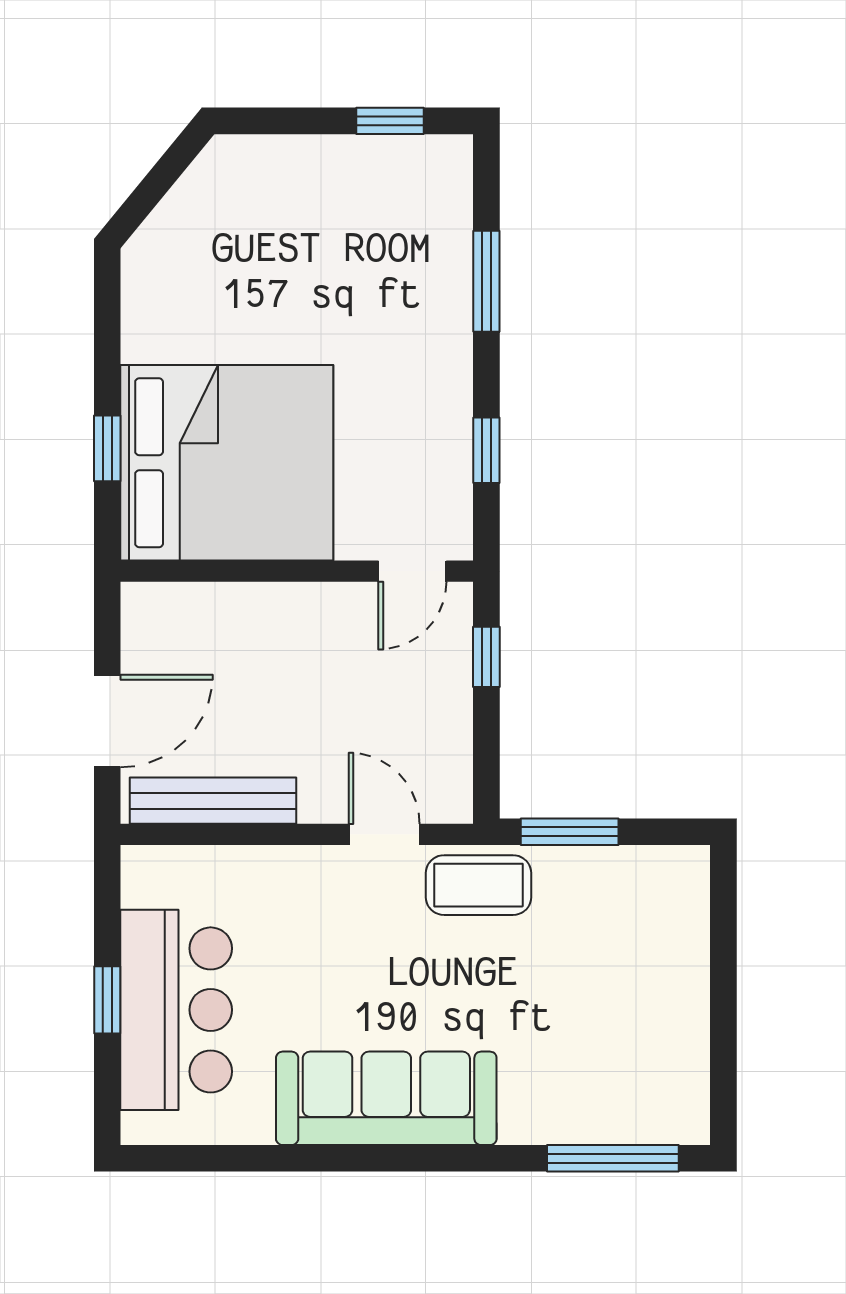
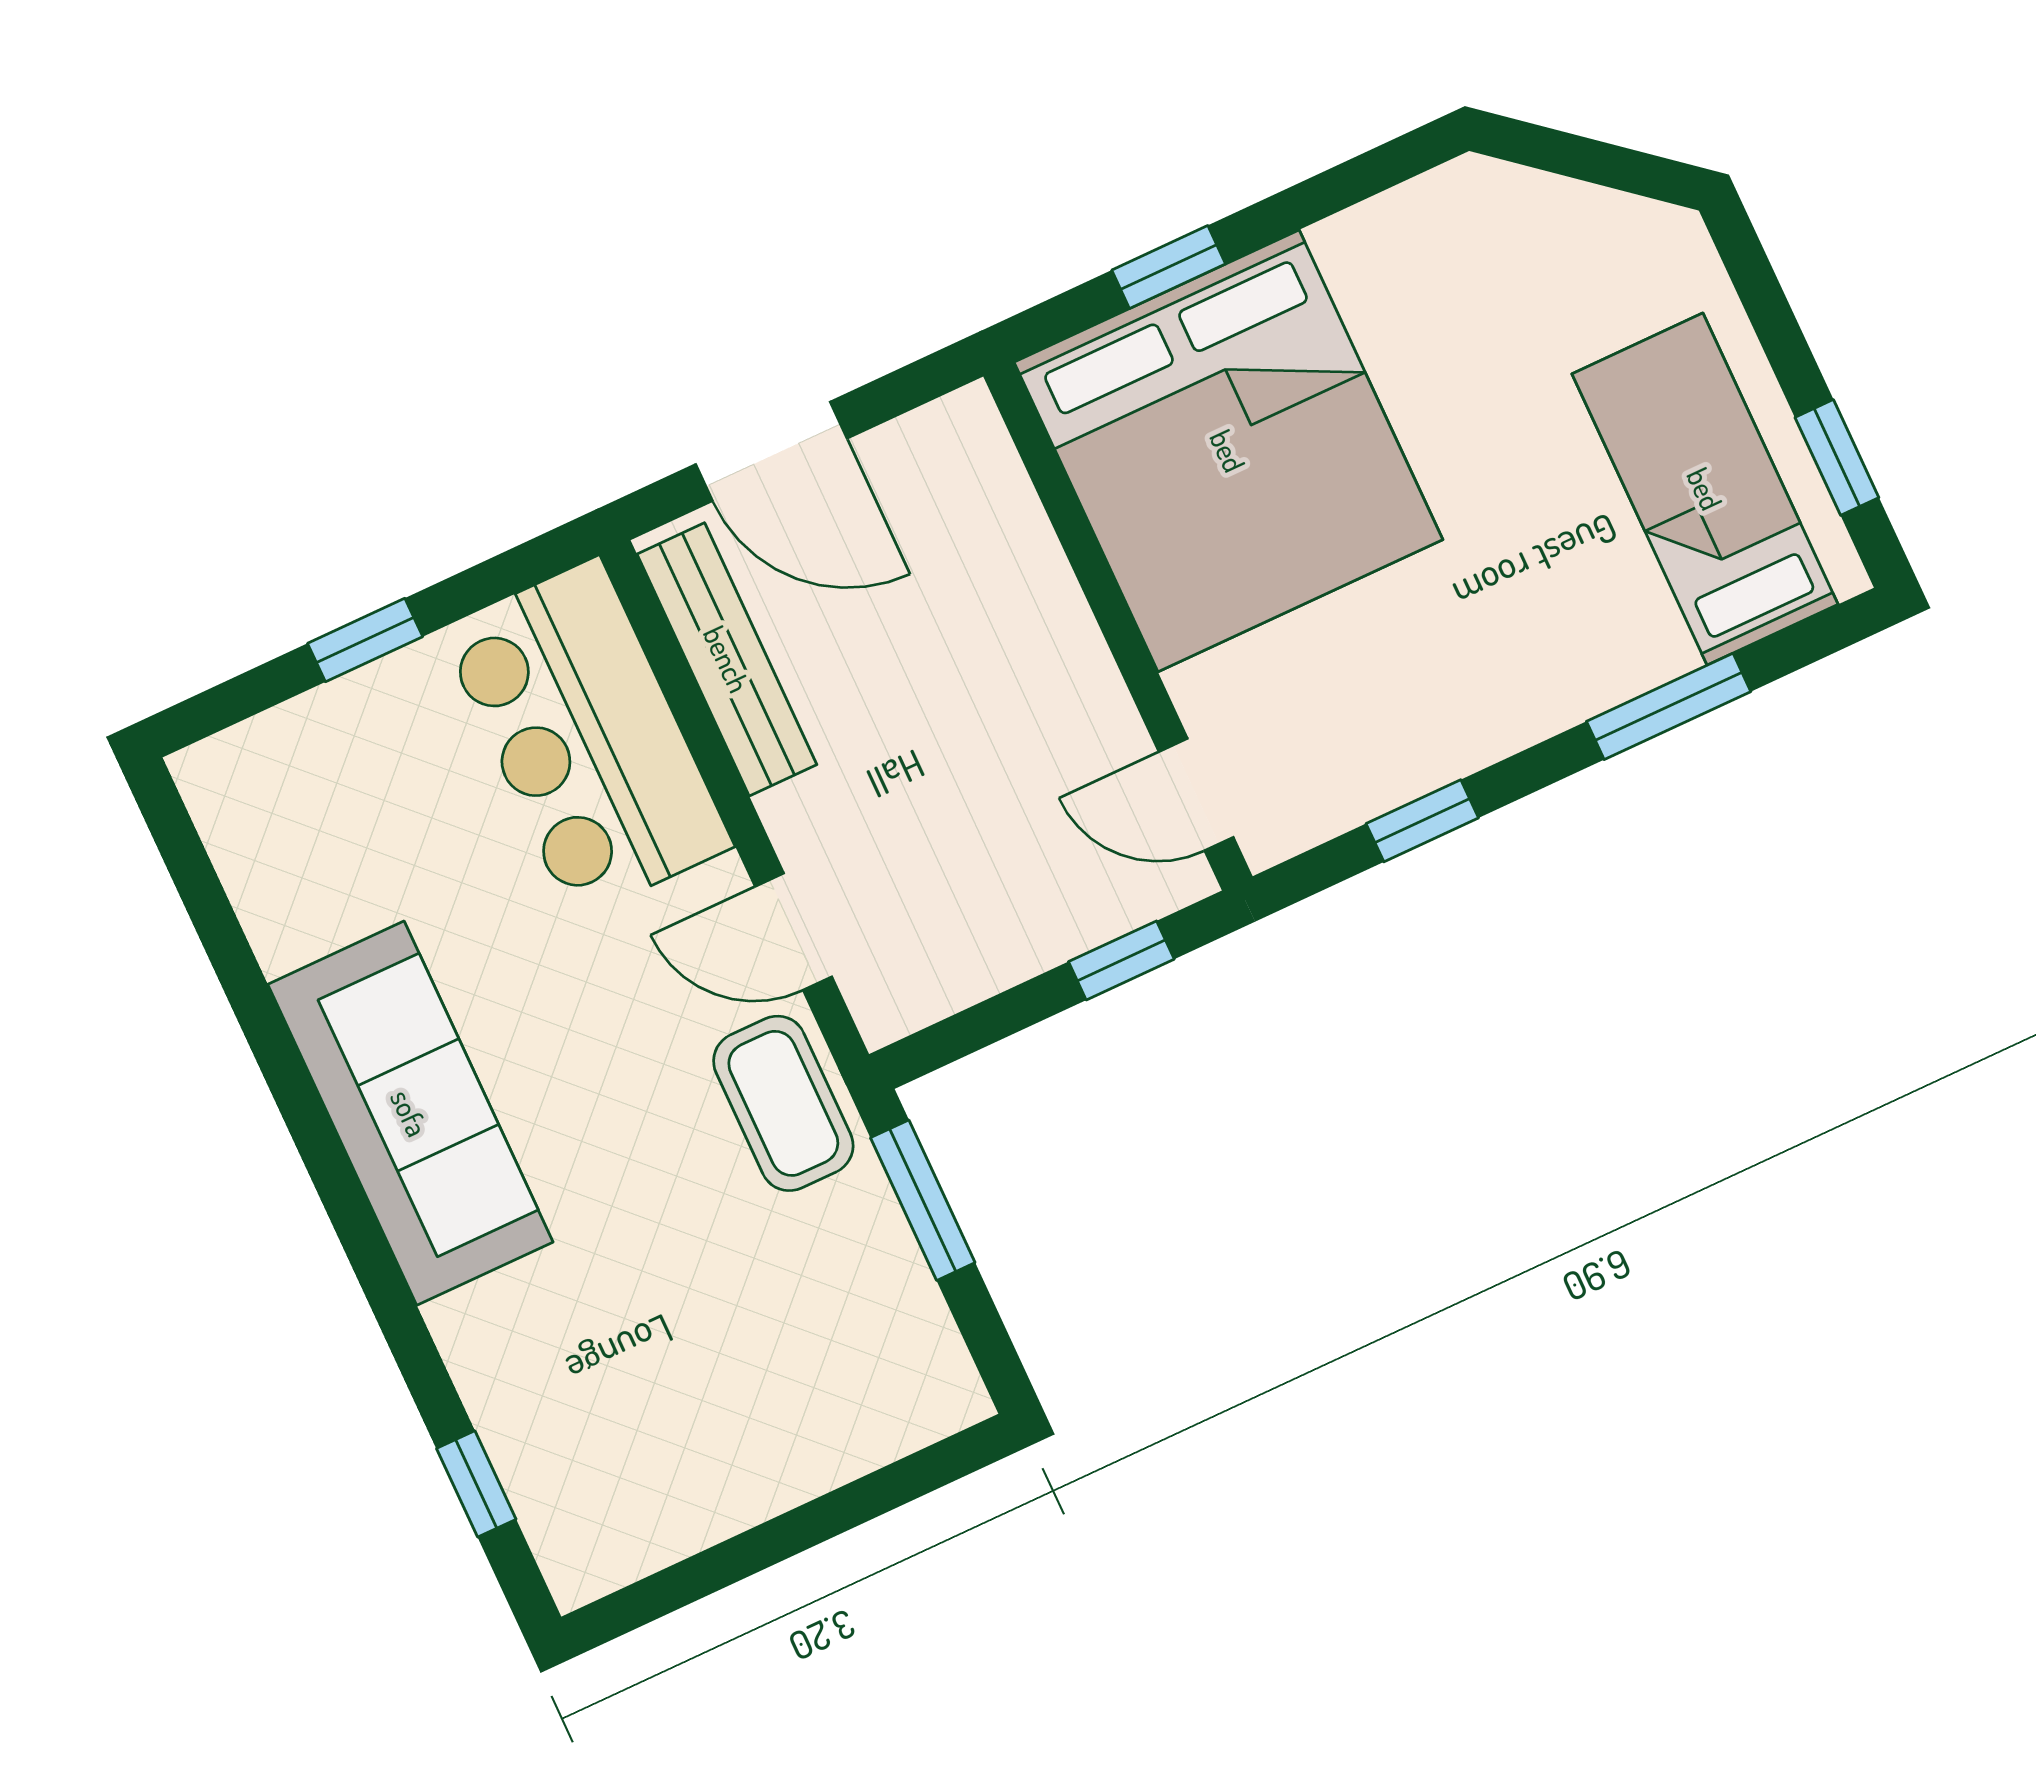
bed: (373, 204) -> (1705, 489), added
door: (384, 834) -> (793, 932), swing flipped
bar counter: (176, 1010) -> (586, 738), moved, turned 90
window: (613, 1158) -> (476, 1484), width x0.46

